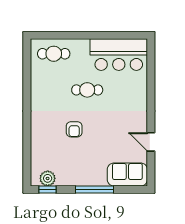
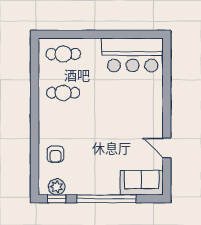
cafe table: (87, 90) -> (63, 93), moved
armchair: (74, 129) -> (55, 154), moved
window: (94, 190) -> (107, 199), width x1.46

